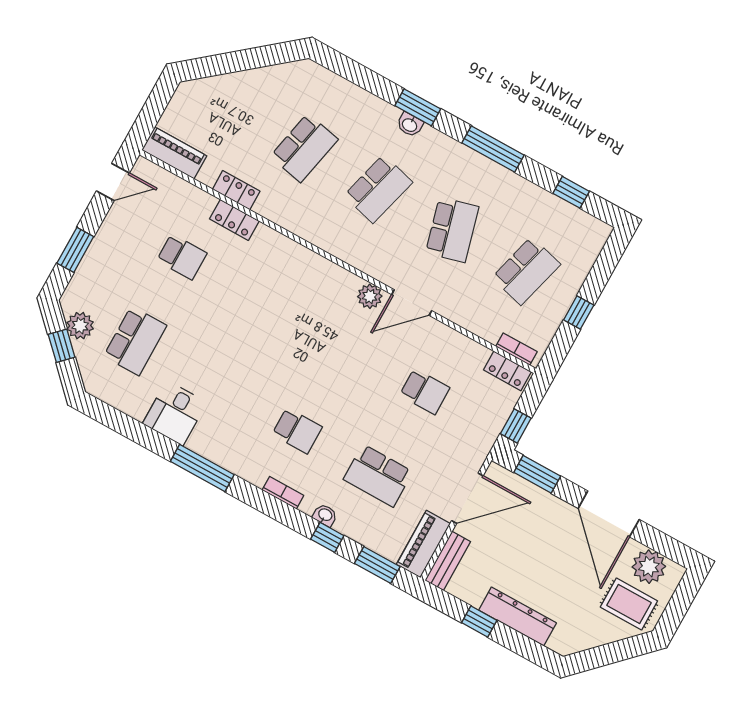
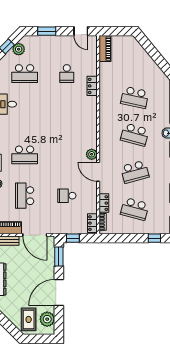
locker: (236, 190) -> (104, 203), moved
window: (579, 313) -> (154, 238), moved
school desk: (425, 391) -> (67, 196), turned 90
school desk: (297, 431) -> (25, 155), width x1.85

